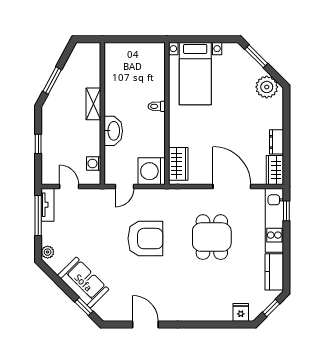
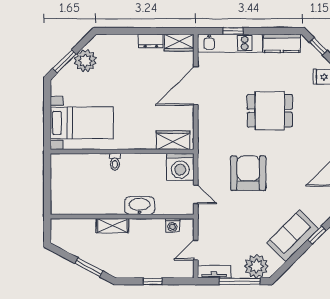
plant: (267, 87) -> (85, 61), moved
window: (286, 211) -> (233, 31), moved
window: (38, 215) -> (240, 281), moved
dining table: (212, 237) -> (270, 111), moved
plant: (48, 252) -> (256, 266), width x1.87, depth x1.87

